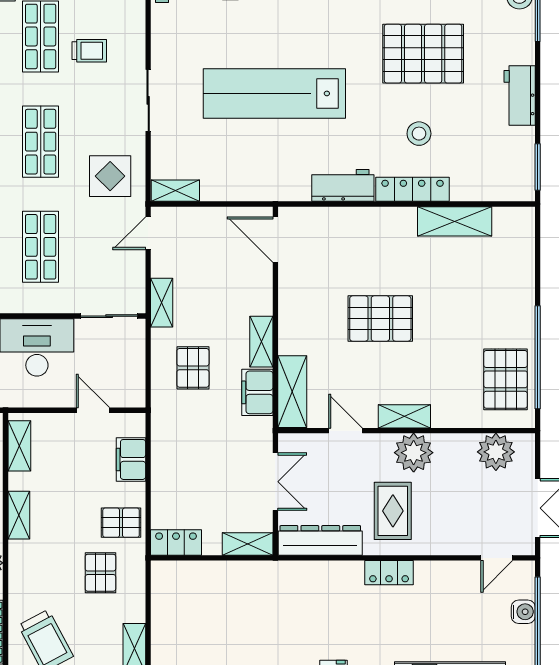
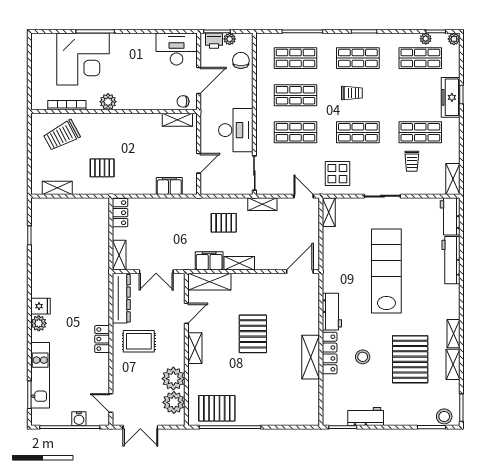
workbench: (520, 95) -> (366, 417), moved
shelving: (455, 221) -> (311, 357), moved
plant: (414, 453) -> (173, 379), moved
shelving: (19, 515) -> (136, 119), removed
pallet: (121, 523) -> (132, 180), removed

